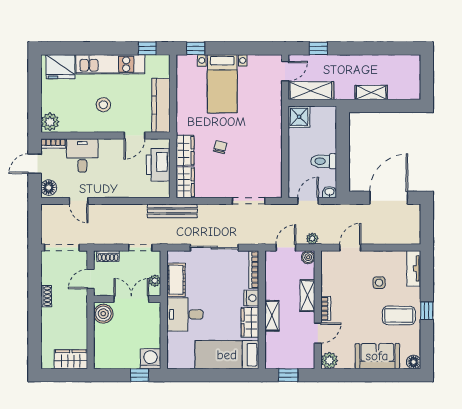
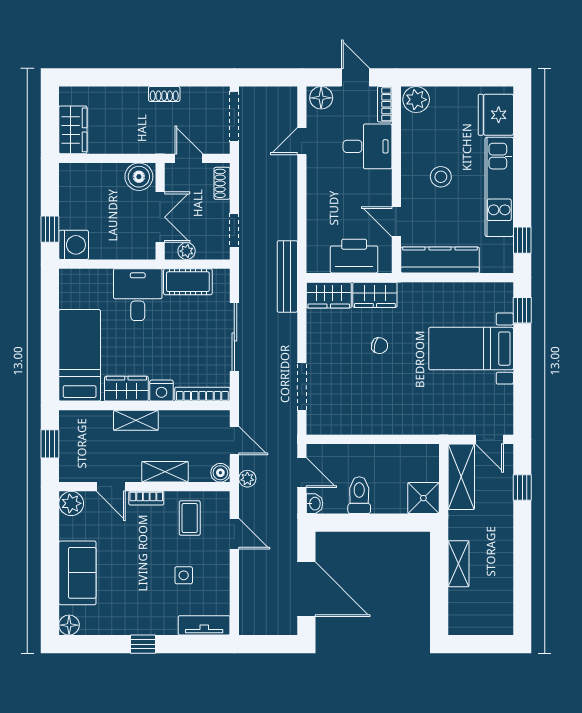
shower: (299, 117) -> (423, 498), moved
coffee table: (399, 315) -> (190, 518), moved, width x0.73, depth x0.77

